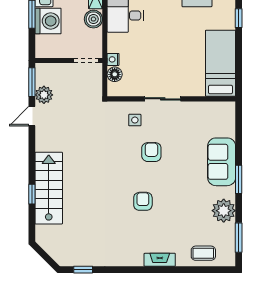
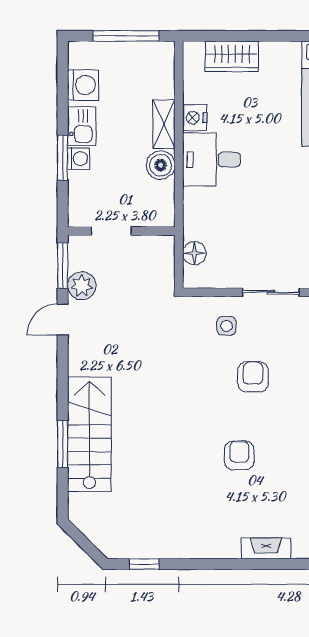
washing machine: (48, 21) -> (79, 159), width x0.53, depth x0.53
nightstand: (113, 59) -> (192, 229), removed
doorway: (86, 60) -> (111, 231), moved
window: (32, 194) -> (63, 444), width x1.50

